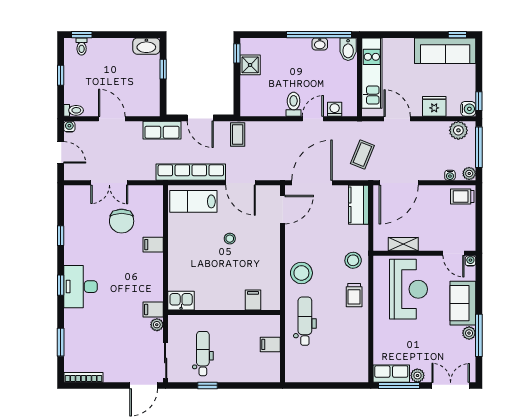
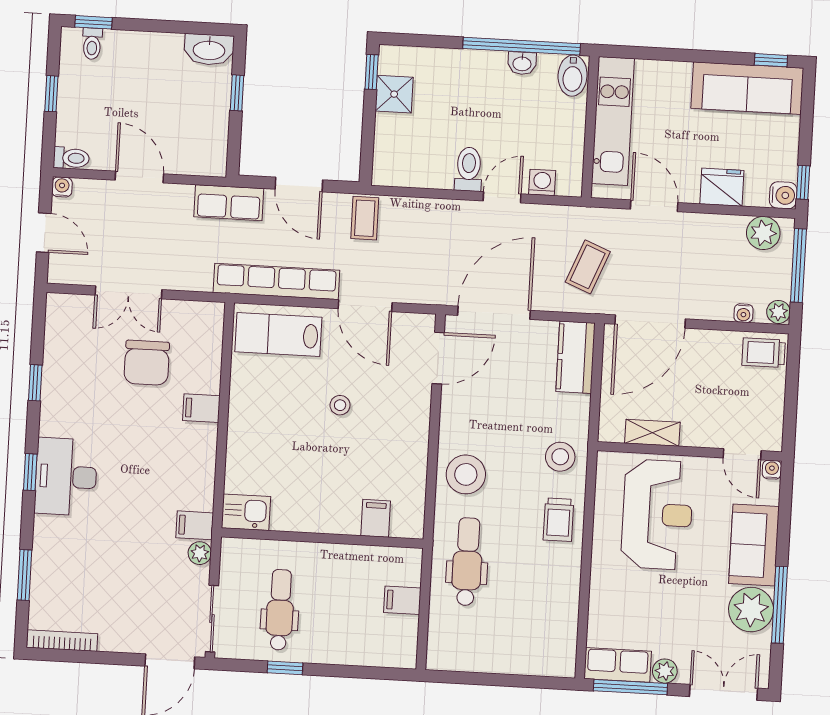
plant: (469, 333) -> (751, 610), width x1.87, depth x1.87

